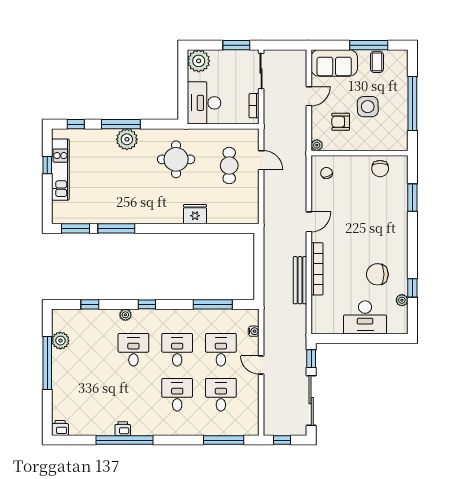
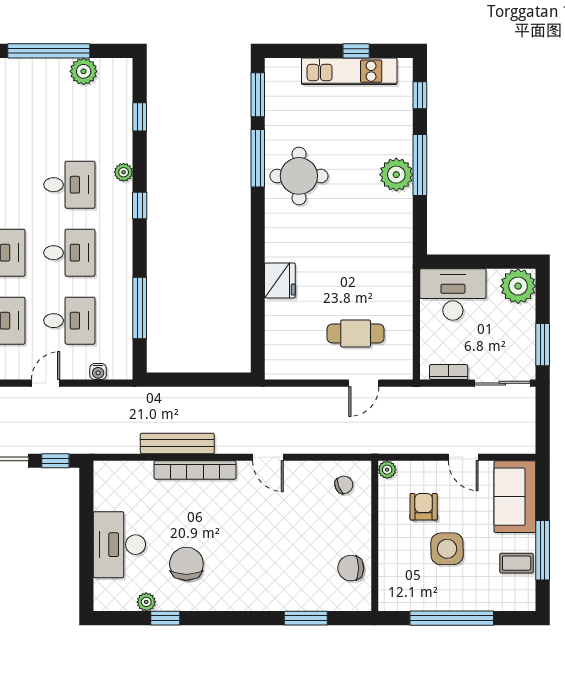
round table: (176, 159) -> (299, 176), moved

